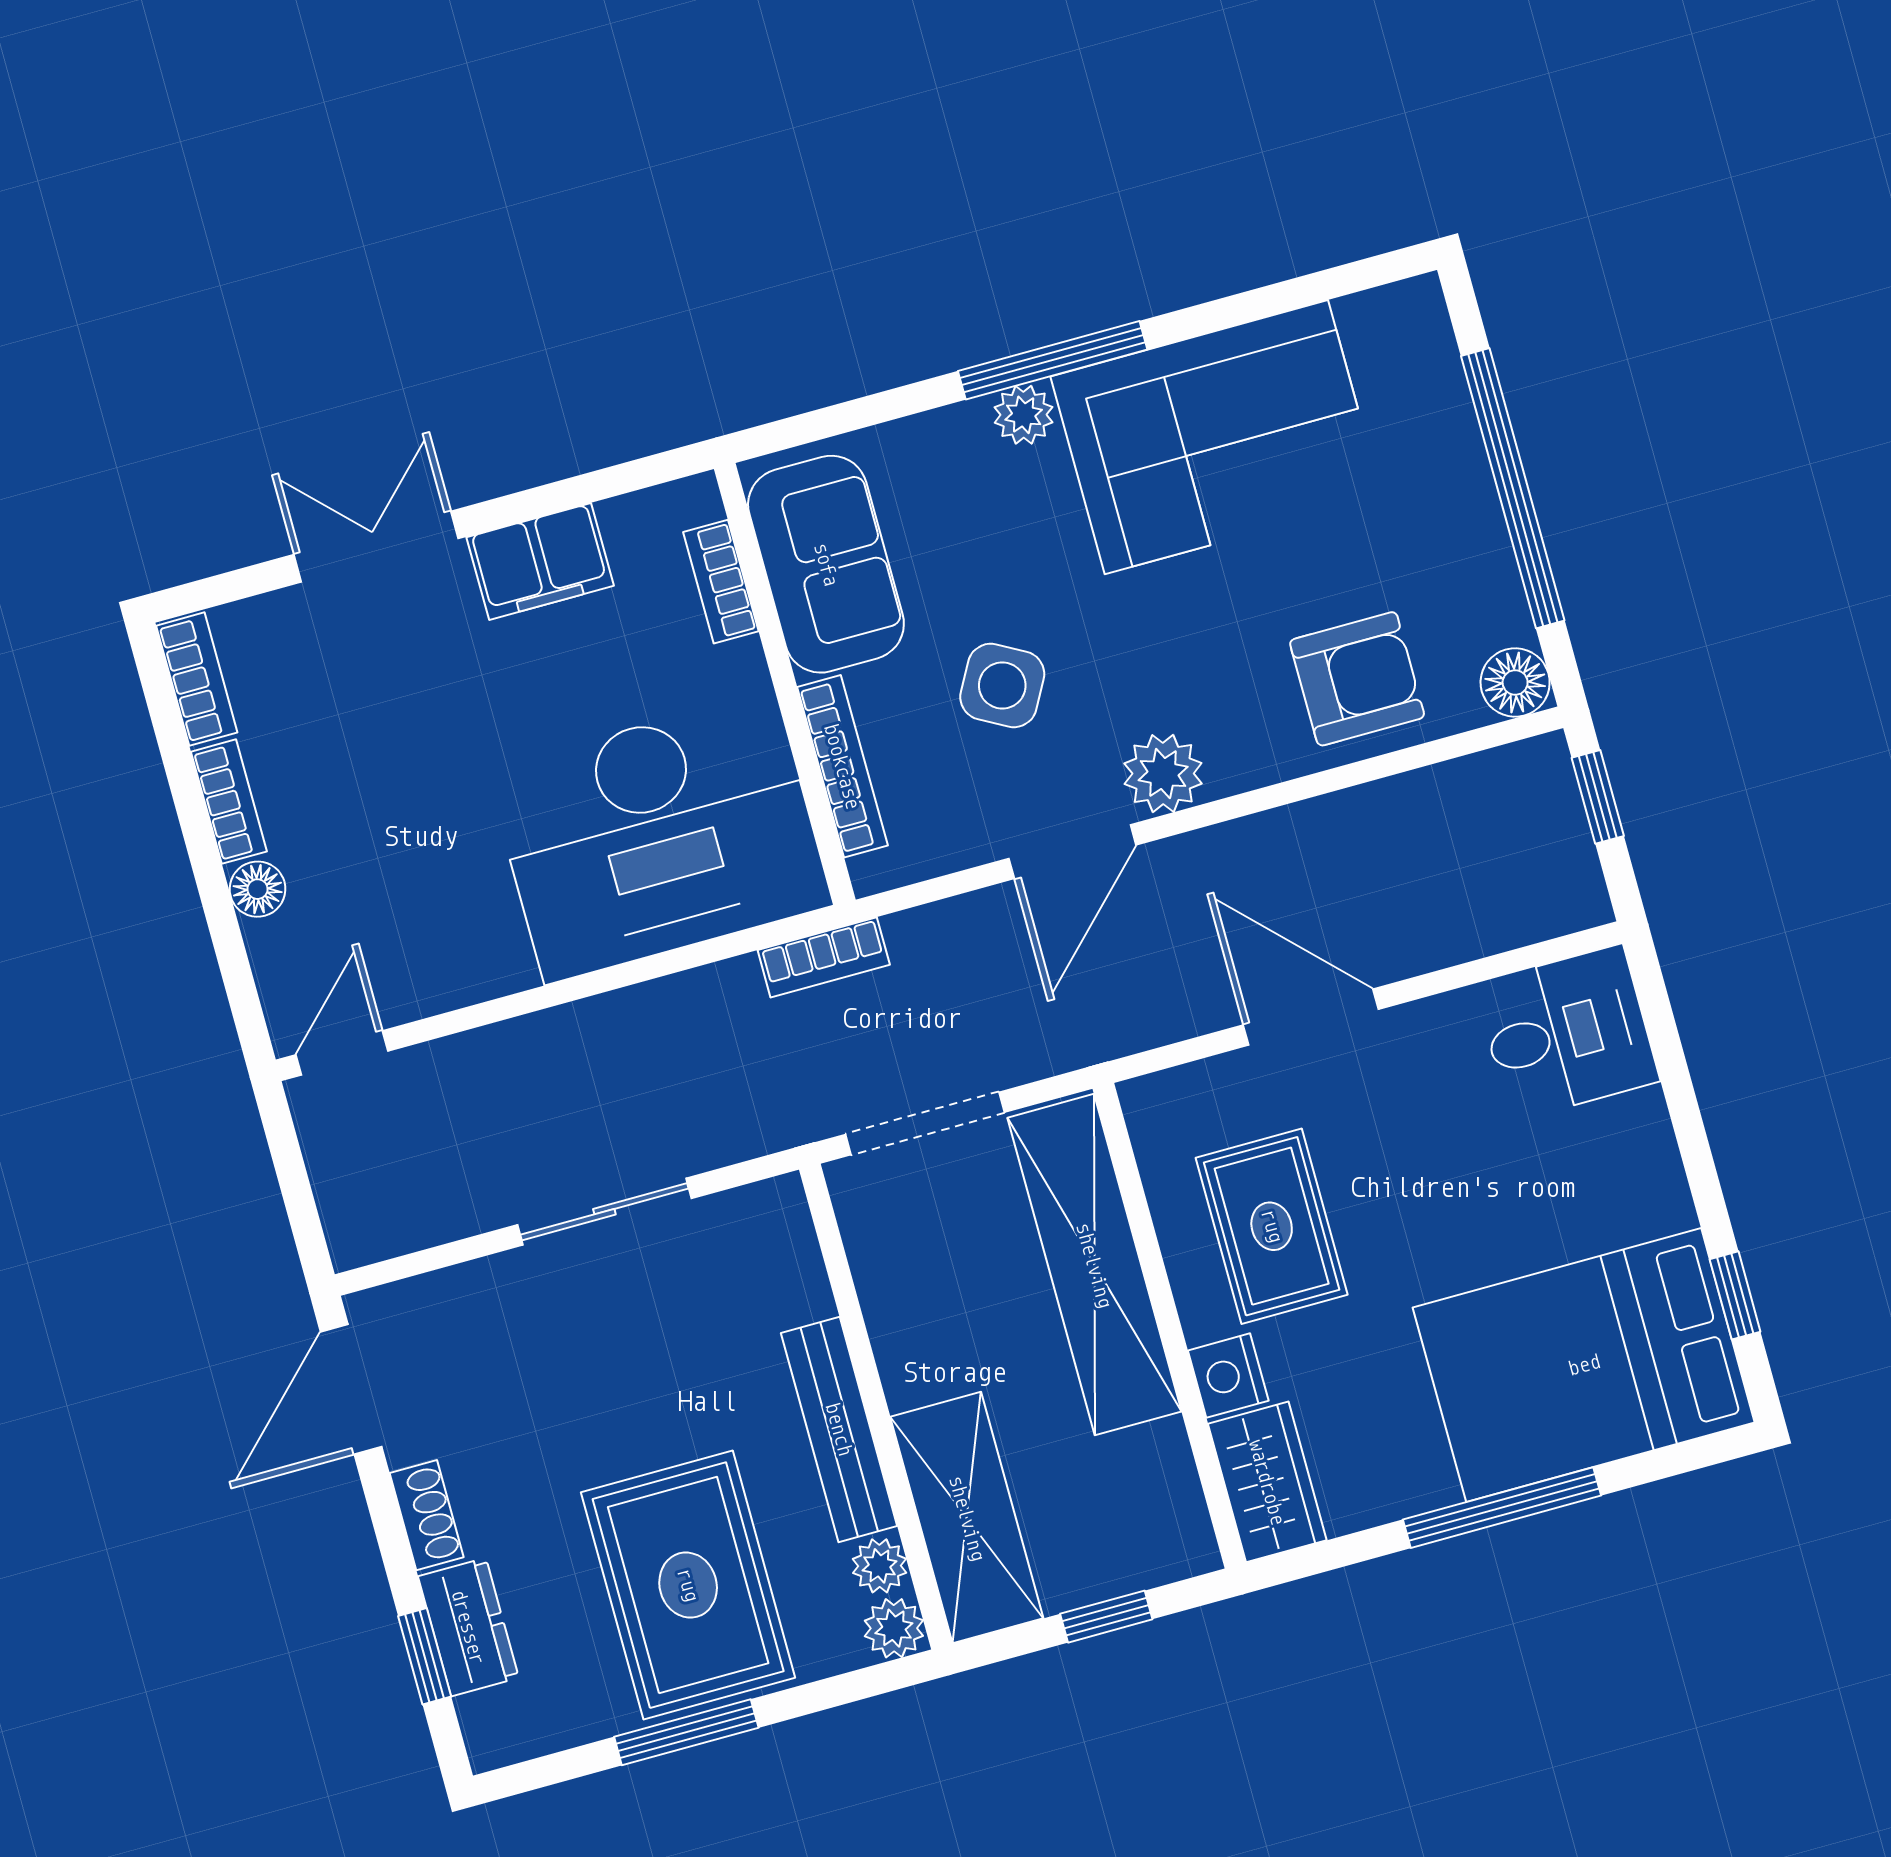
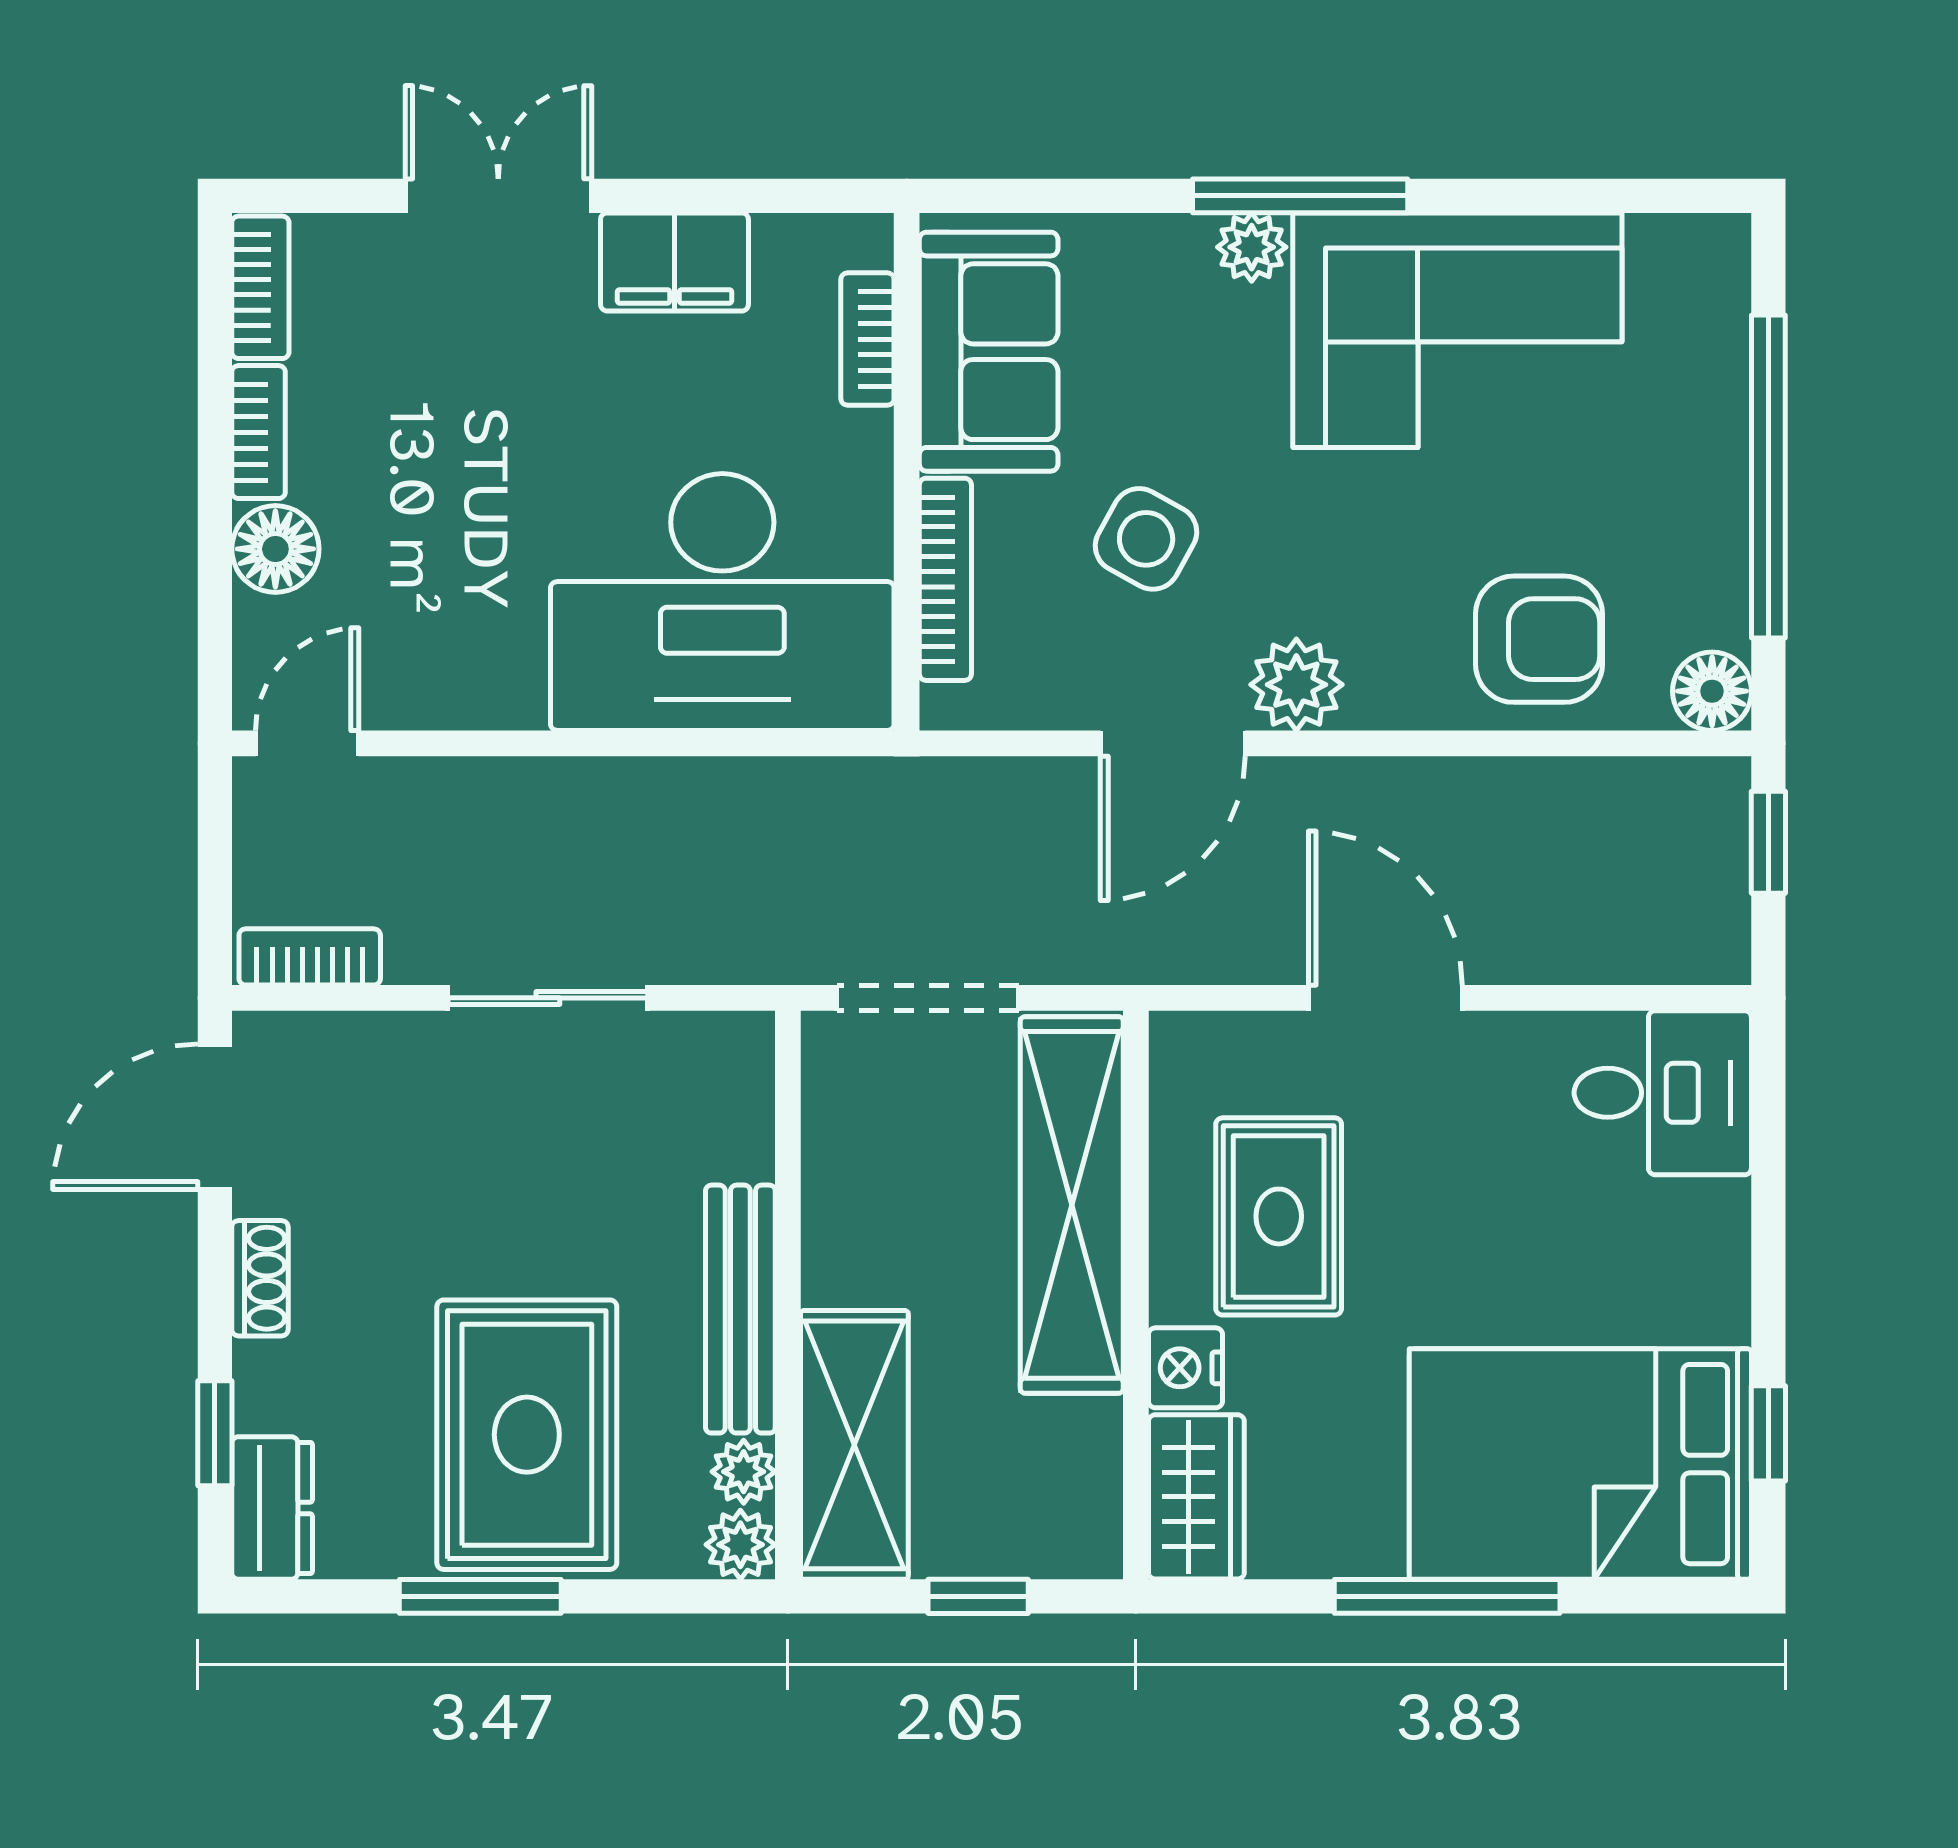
floor lamp: (258, 889) -> (275, 549), width x1.37, depth x1.37
bookcase: (824, 957) -> (310, 957), moved, turned 180
dresser: (468, 1627) -> (272, 1508), moved

